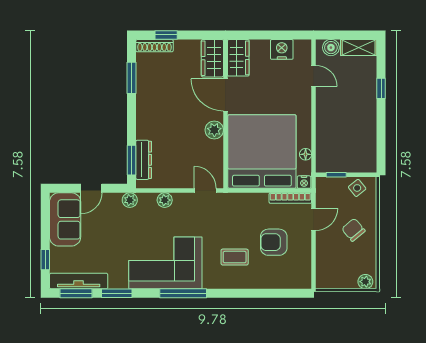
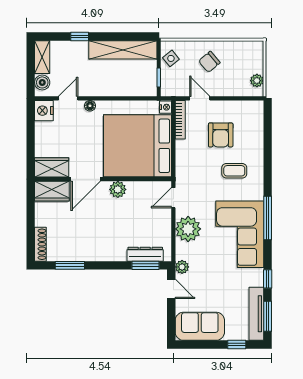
window: (166, 35) -> (31, 234), removed
nightstand: (282, 49) -> (44, 111), moved
shelving: (367, 136) -> (123, 50), added
floor lamp: (306, 154) -> (90, 106), moved
door: (91, 188) -> (171, 289), moved
plant: (165, 200) -> (188, 229), width x1.87, depth x1.87
coffee table: (235, 257) -> (234, 171), turned 90
plant: (365, 282) -> (257, 81), moved
window: (117, 293) -> (268, 279), width x0.67

